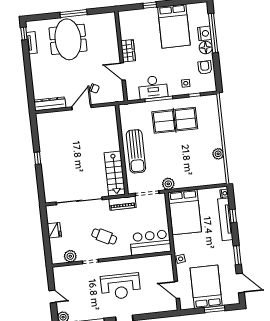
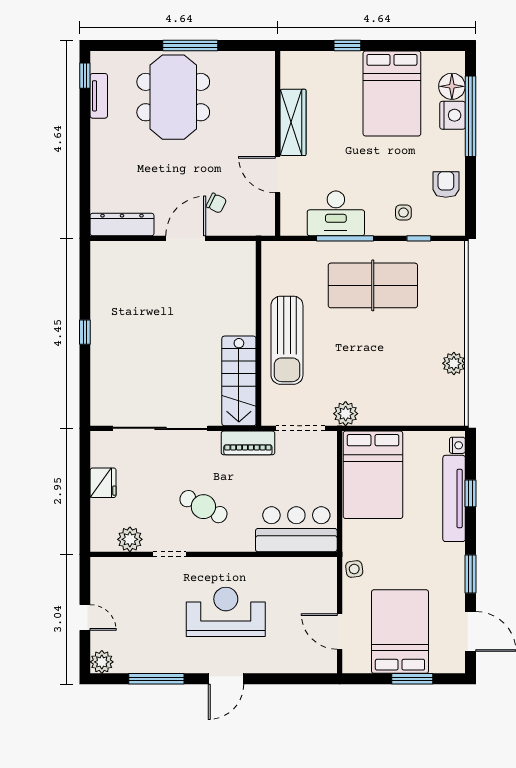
floor lamp: (206, 48) -> (452, 86), moved
wardrobe: (128, 51) -> (293, 122), width x1.50
reception desk: (121, 286) -> (226, 612), turned 180

